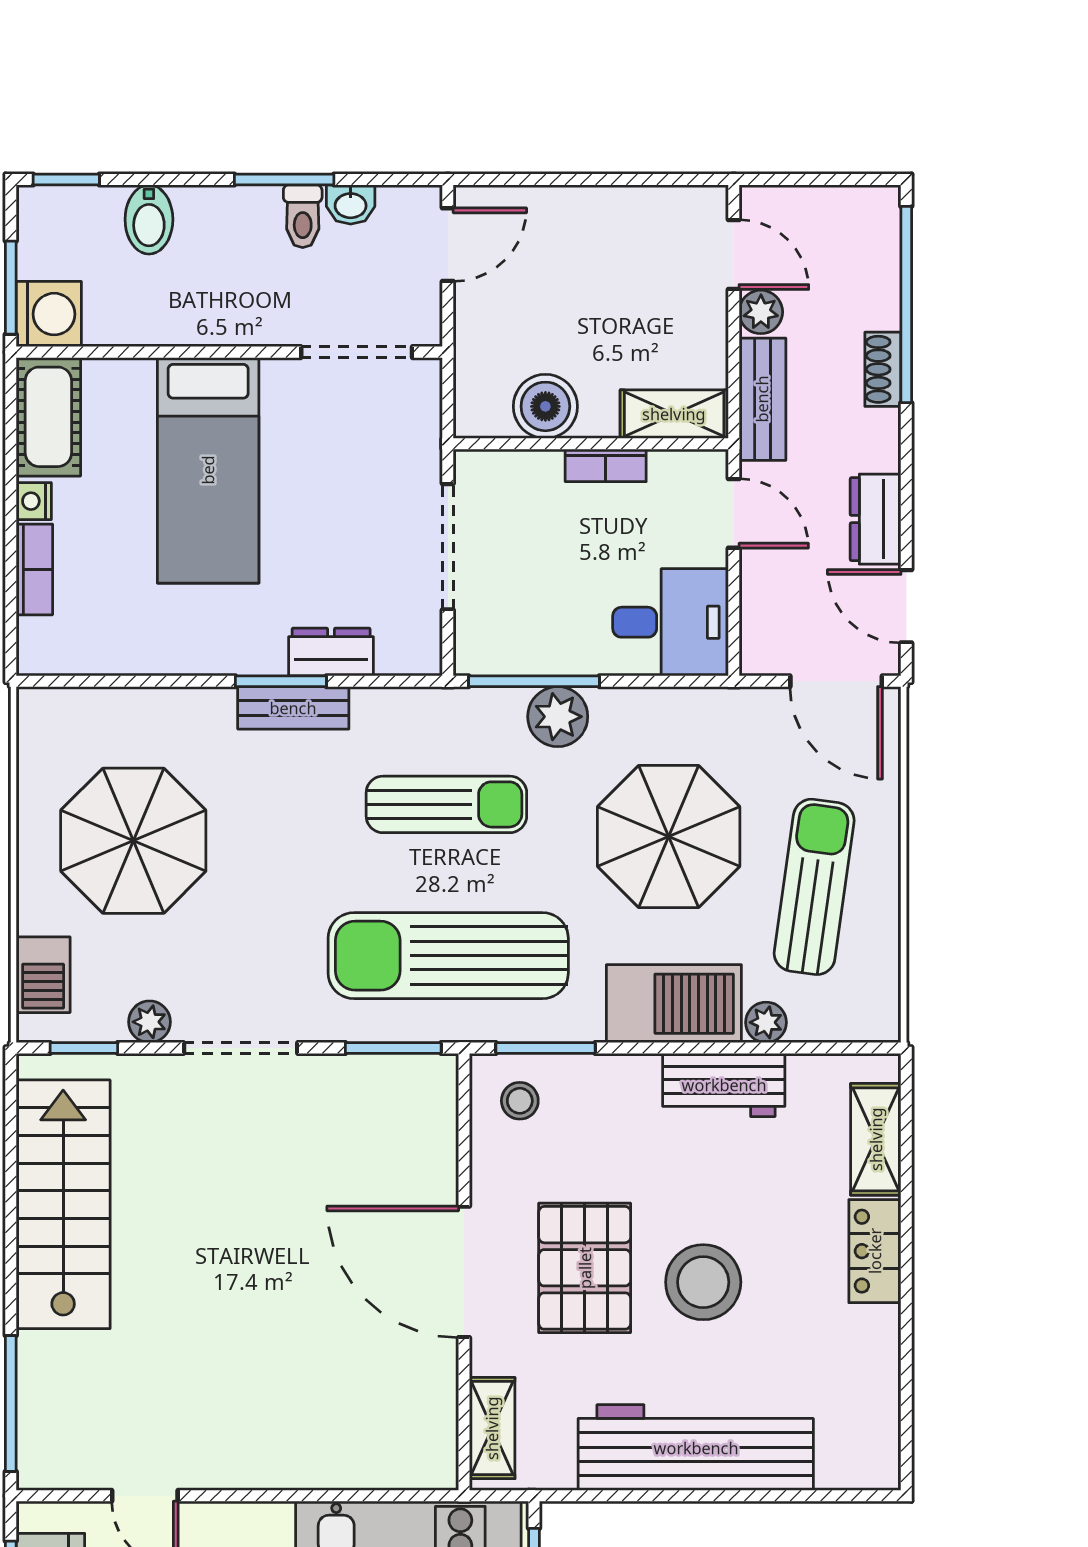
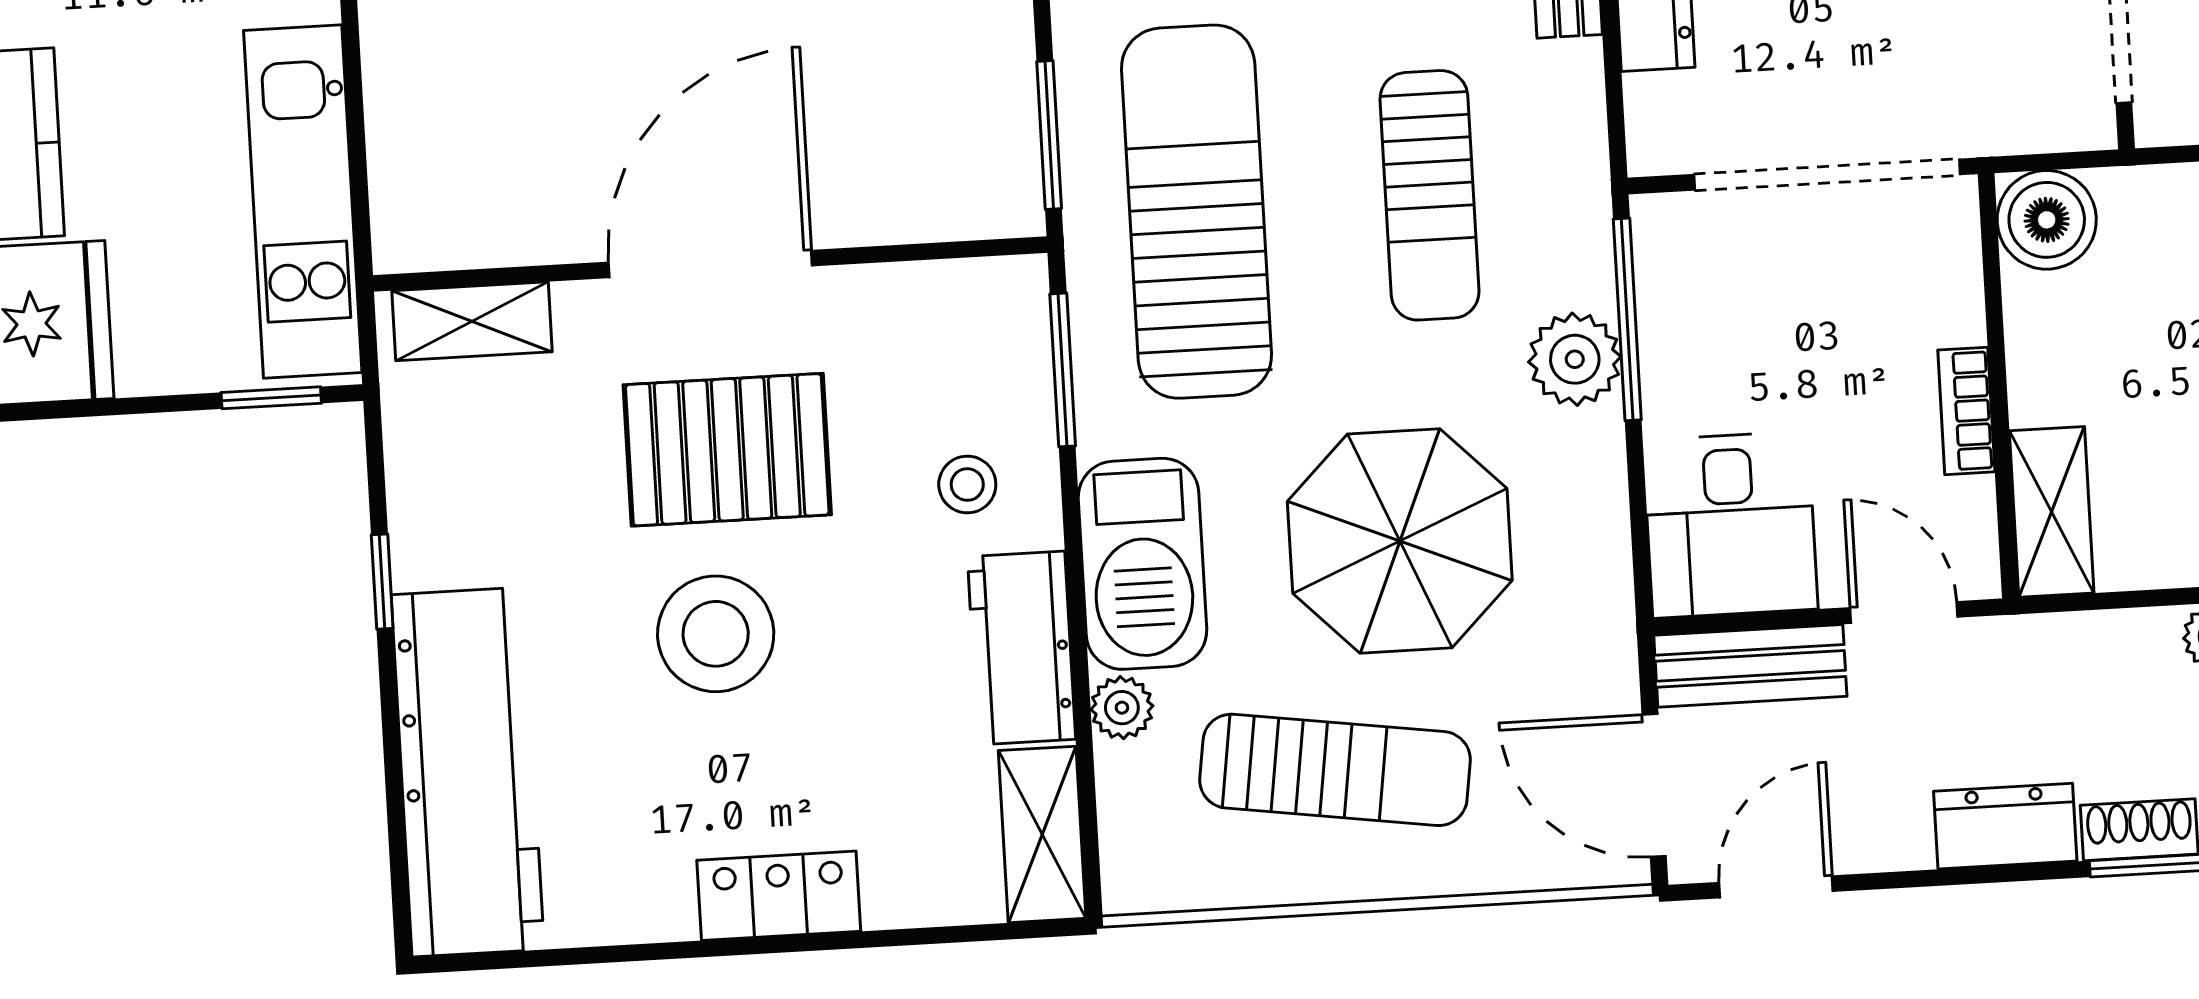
bench: (762, 399) -> (1750, 666), moved
boiler: (545, 406) -> (2047, 220), moved
door: (734, 513) -> (1904, 612), swing flipped
dresser: (876, 519) -> (2005, 826), moved
doorway: (448, 547) -> (1827, 175), width x1.36
door: (836, 681) -> (1654, 785), hinge flipped
stool: (520, 1101) -> (967, 484), moved
shelving: (876, 1139) -> (1042, 834), moved, turned 90
workbench: (696, 1448) -> (468, 772), moved
window: (657, 1496) -> (382, 582), added

